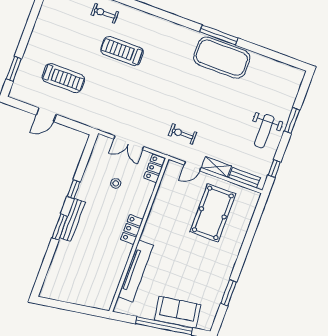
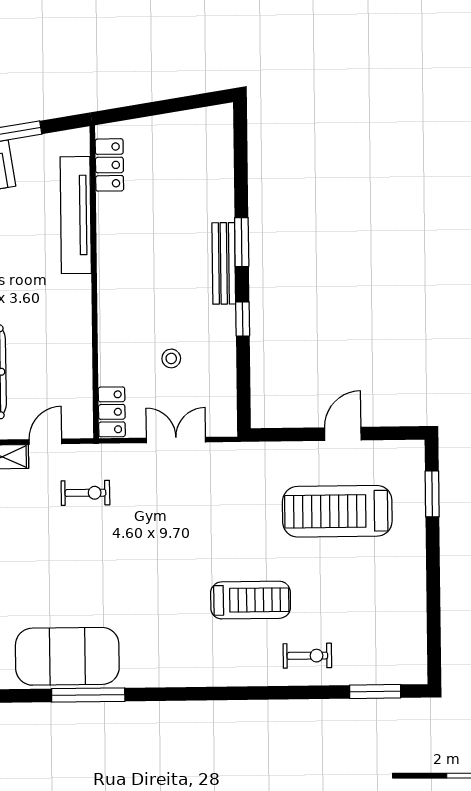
treadmill: (63, 78) -> (337, 511), width x1.37, depth x1.38
locker: (132, 229) -> (109, 165), moved

